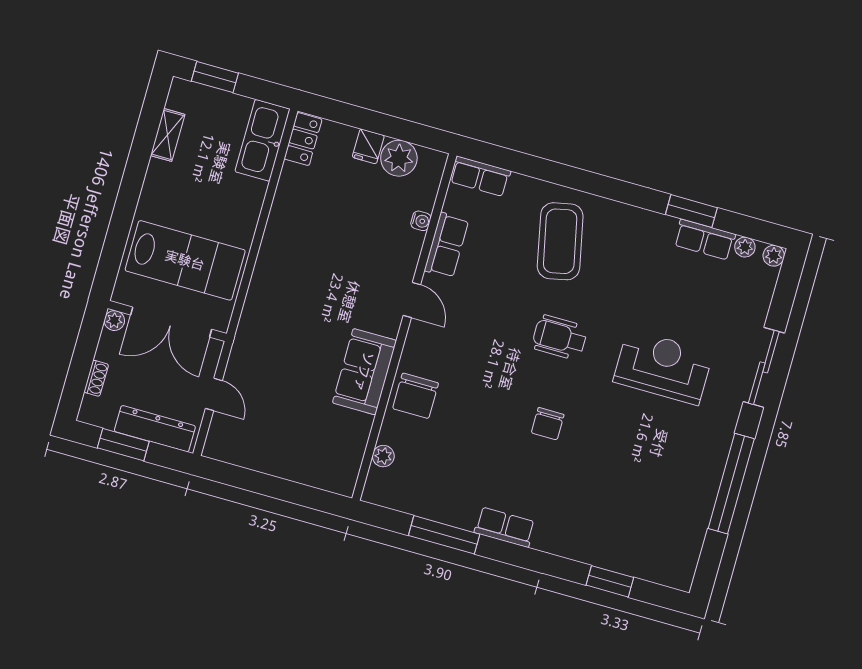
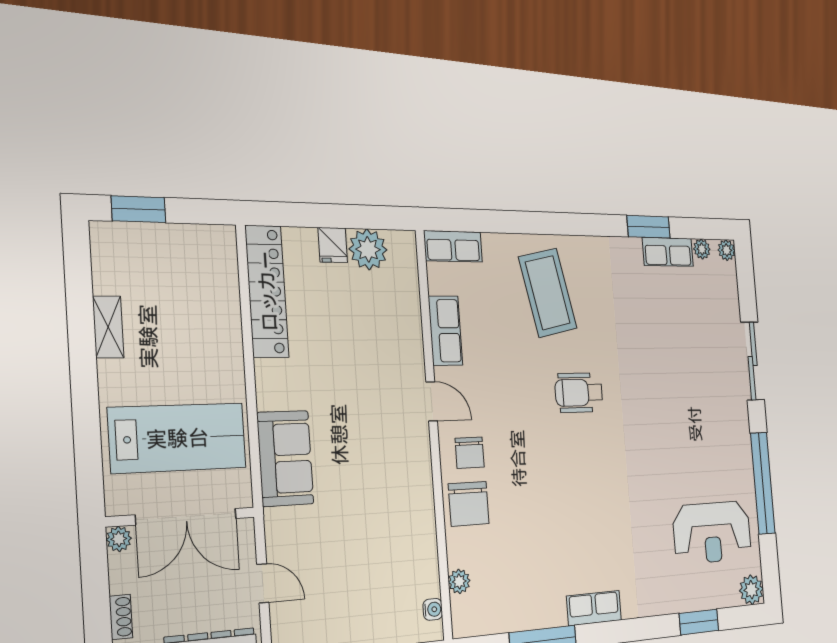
shelving: (168, 135) -> (108, 327), moved
locker: (303, 139) -> (267, 291), width x2.16, depth x1.21
kitchen sink: (262, 140) -> (218, 270), removed
water cooler: (421, 221) -> (433, 609), moved
reception desk: (663, 367) -> (712, 532), moved, turned 180
sofa: (364, 372) -> (285, 458), moved, turned 180
chair: (548, 424) -> (470, 453), moved
plant: (680, 575) -> (751, 590), added

